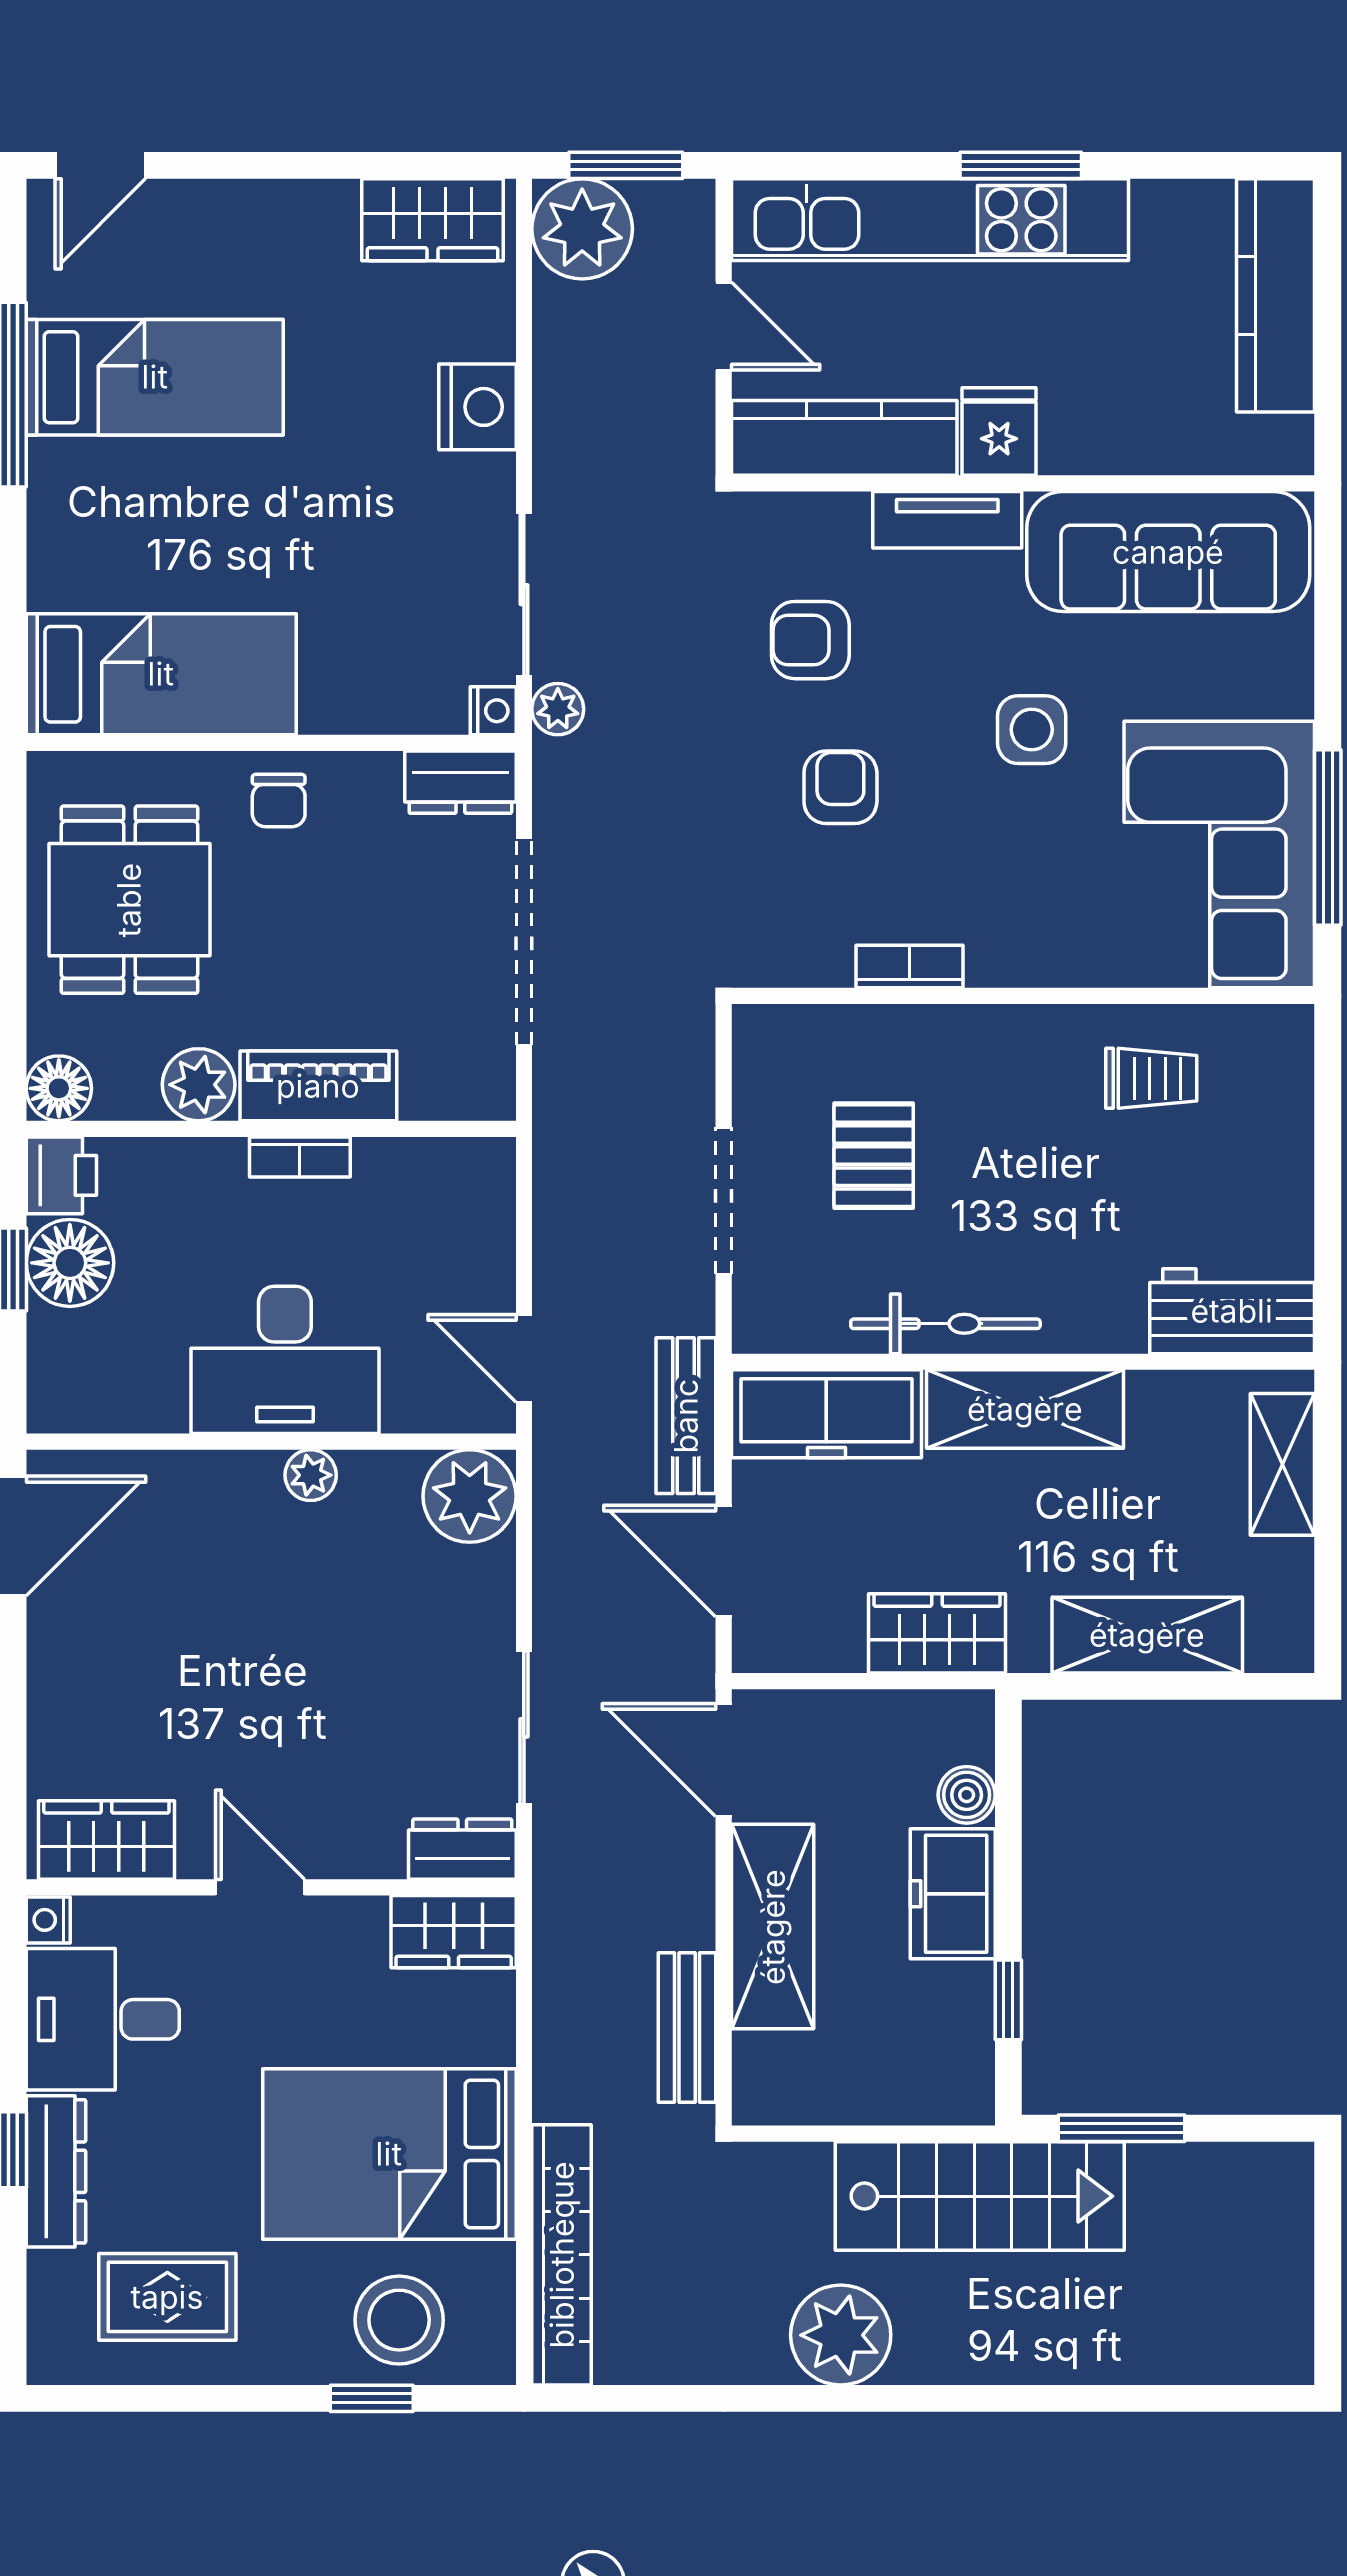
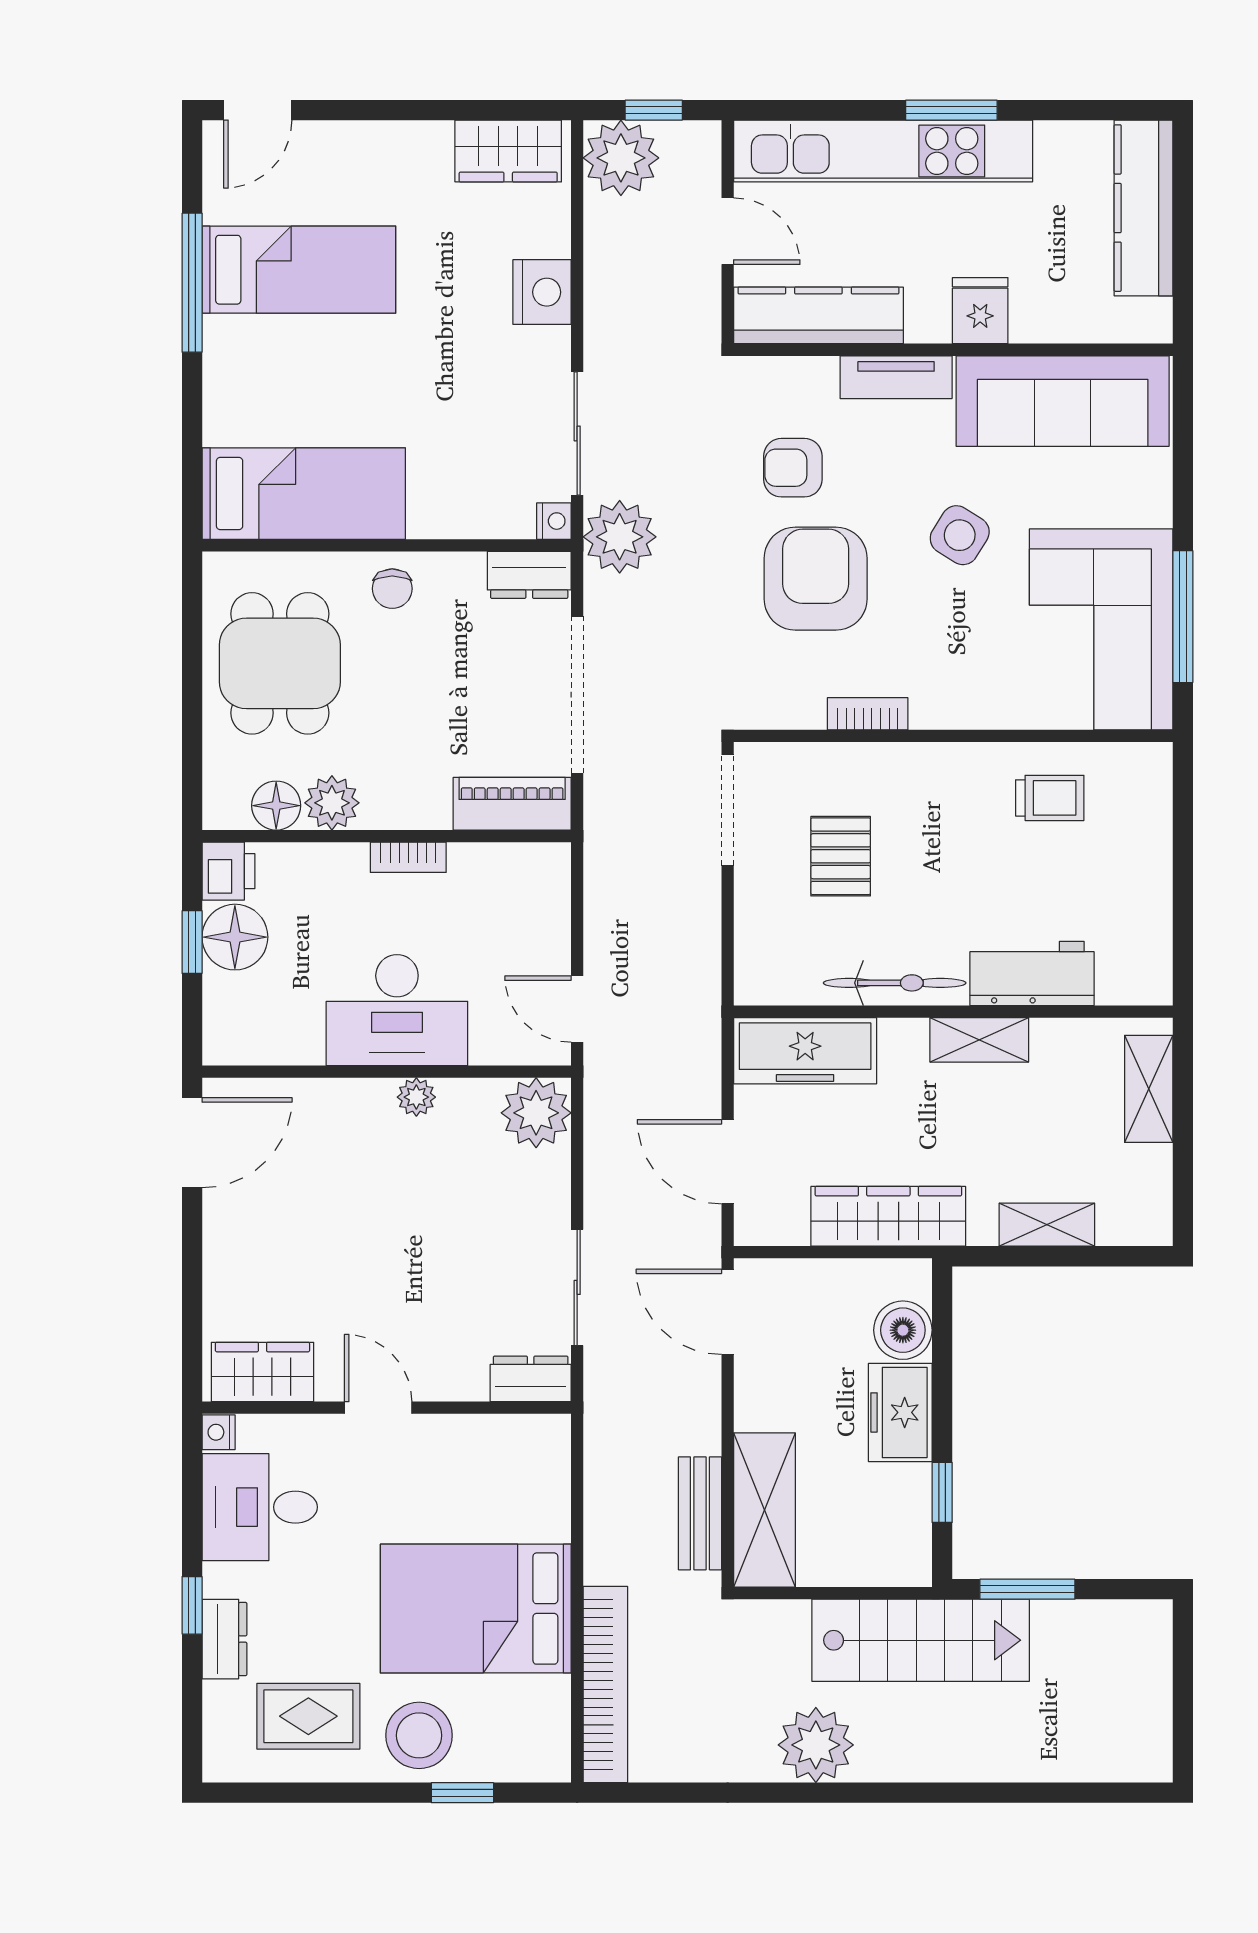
window: (626, 165) -> (654, 110), width x0.67
fridge: (999, 432) -> (980, 311), moved
plant: (558, 709) -> (620, 537), width x1.88, depth x1.88
side table: (1032, 730) -> (960, 535), turned 32
armchair: (840, 787) -> (816, 579), width x1.88, depth x1.88
piano: (318, 1086) -> (512, 804), moved
floor lamp: (59, 1088) -> (276, 806), moved
doorway: (724, 1201) -> (728, 810), moved
workbench: (1232, 1311) -> (1032, 973), moved
shelving: (1025, 1409) -> (979, 1040), width x0.67, depth x0.75
bench: (686, 1416) -> (699, 1052), removed
wardrobe: (937, 1633) -> (888, 1216), width x1.50
shelving: (1147, 1635) -> (1047, 1225), width x0.67, depth x0.75
boiler: (967, 1795) -> (903, 1330), width x1.36, depth x1.36
shelving: (773, 1927) -> (764, 1510), moved
wardrobe: (454, 1932) -> (524, 1441), removed
dresser: (56, 2171) -> (224, 1639), width x0.70
stool: (399, 2320) -> (419, 1735), moved

